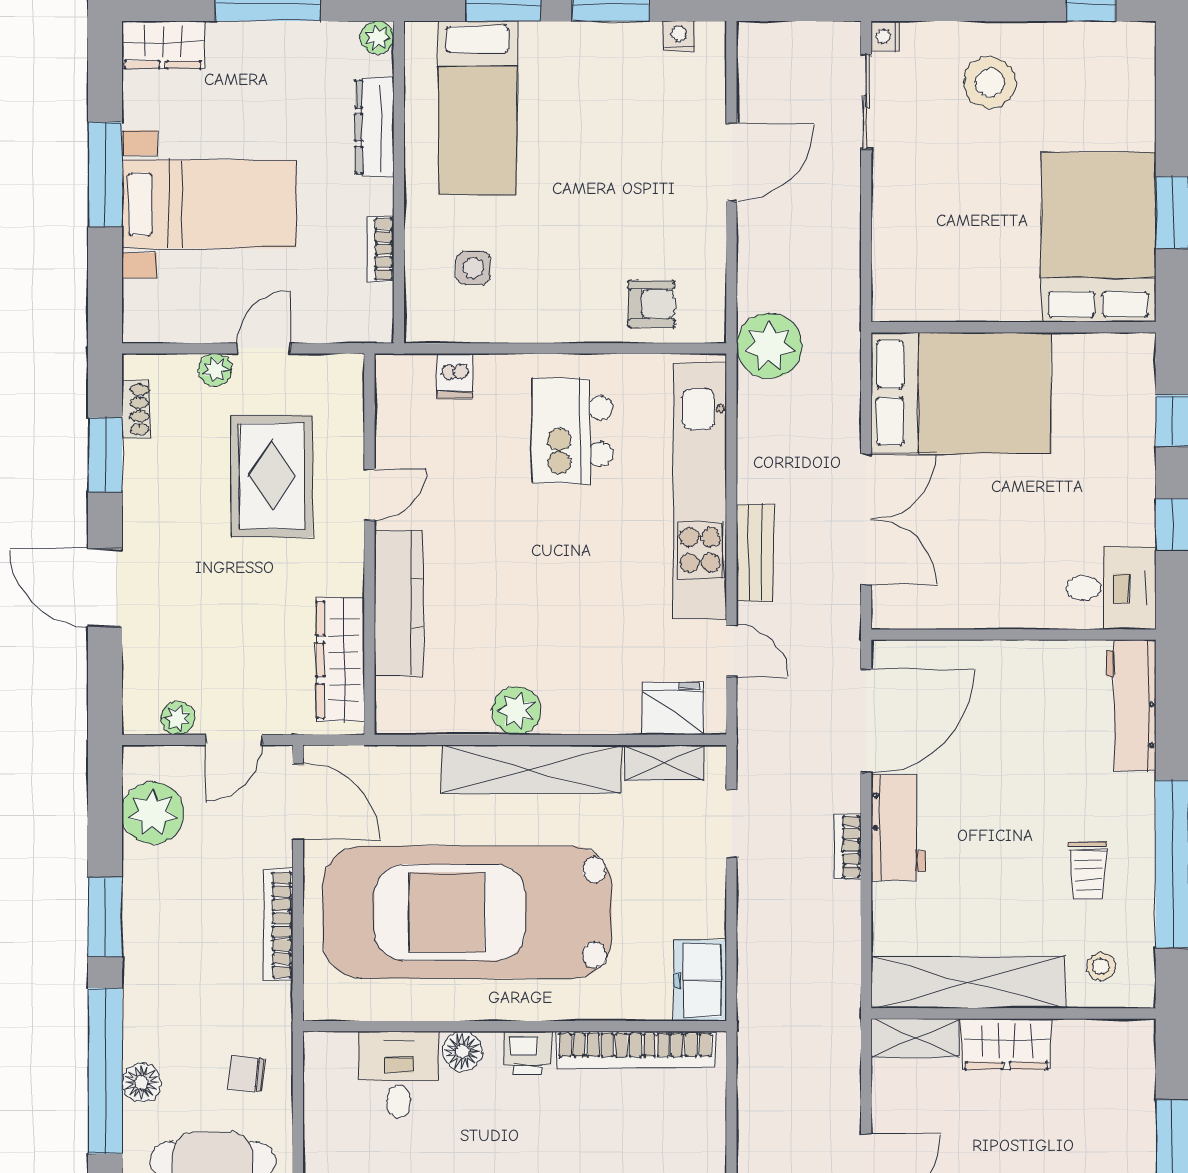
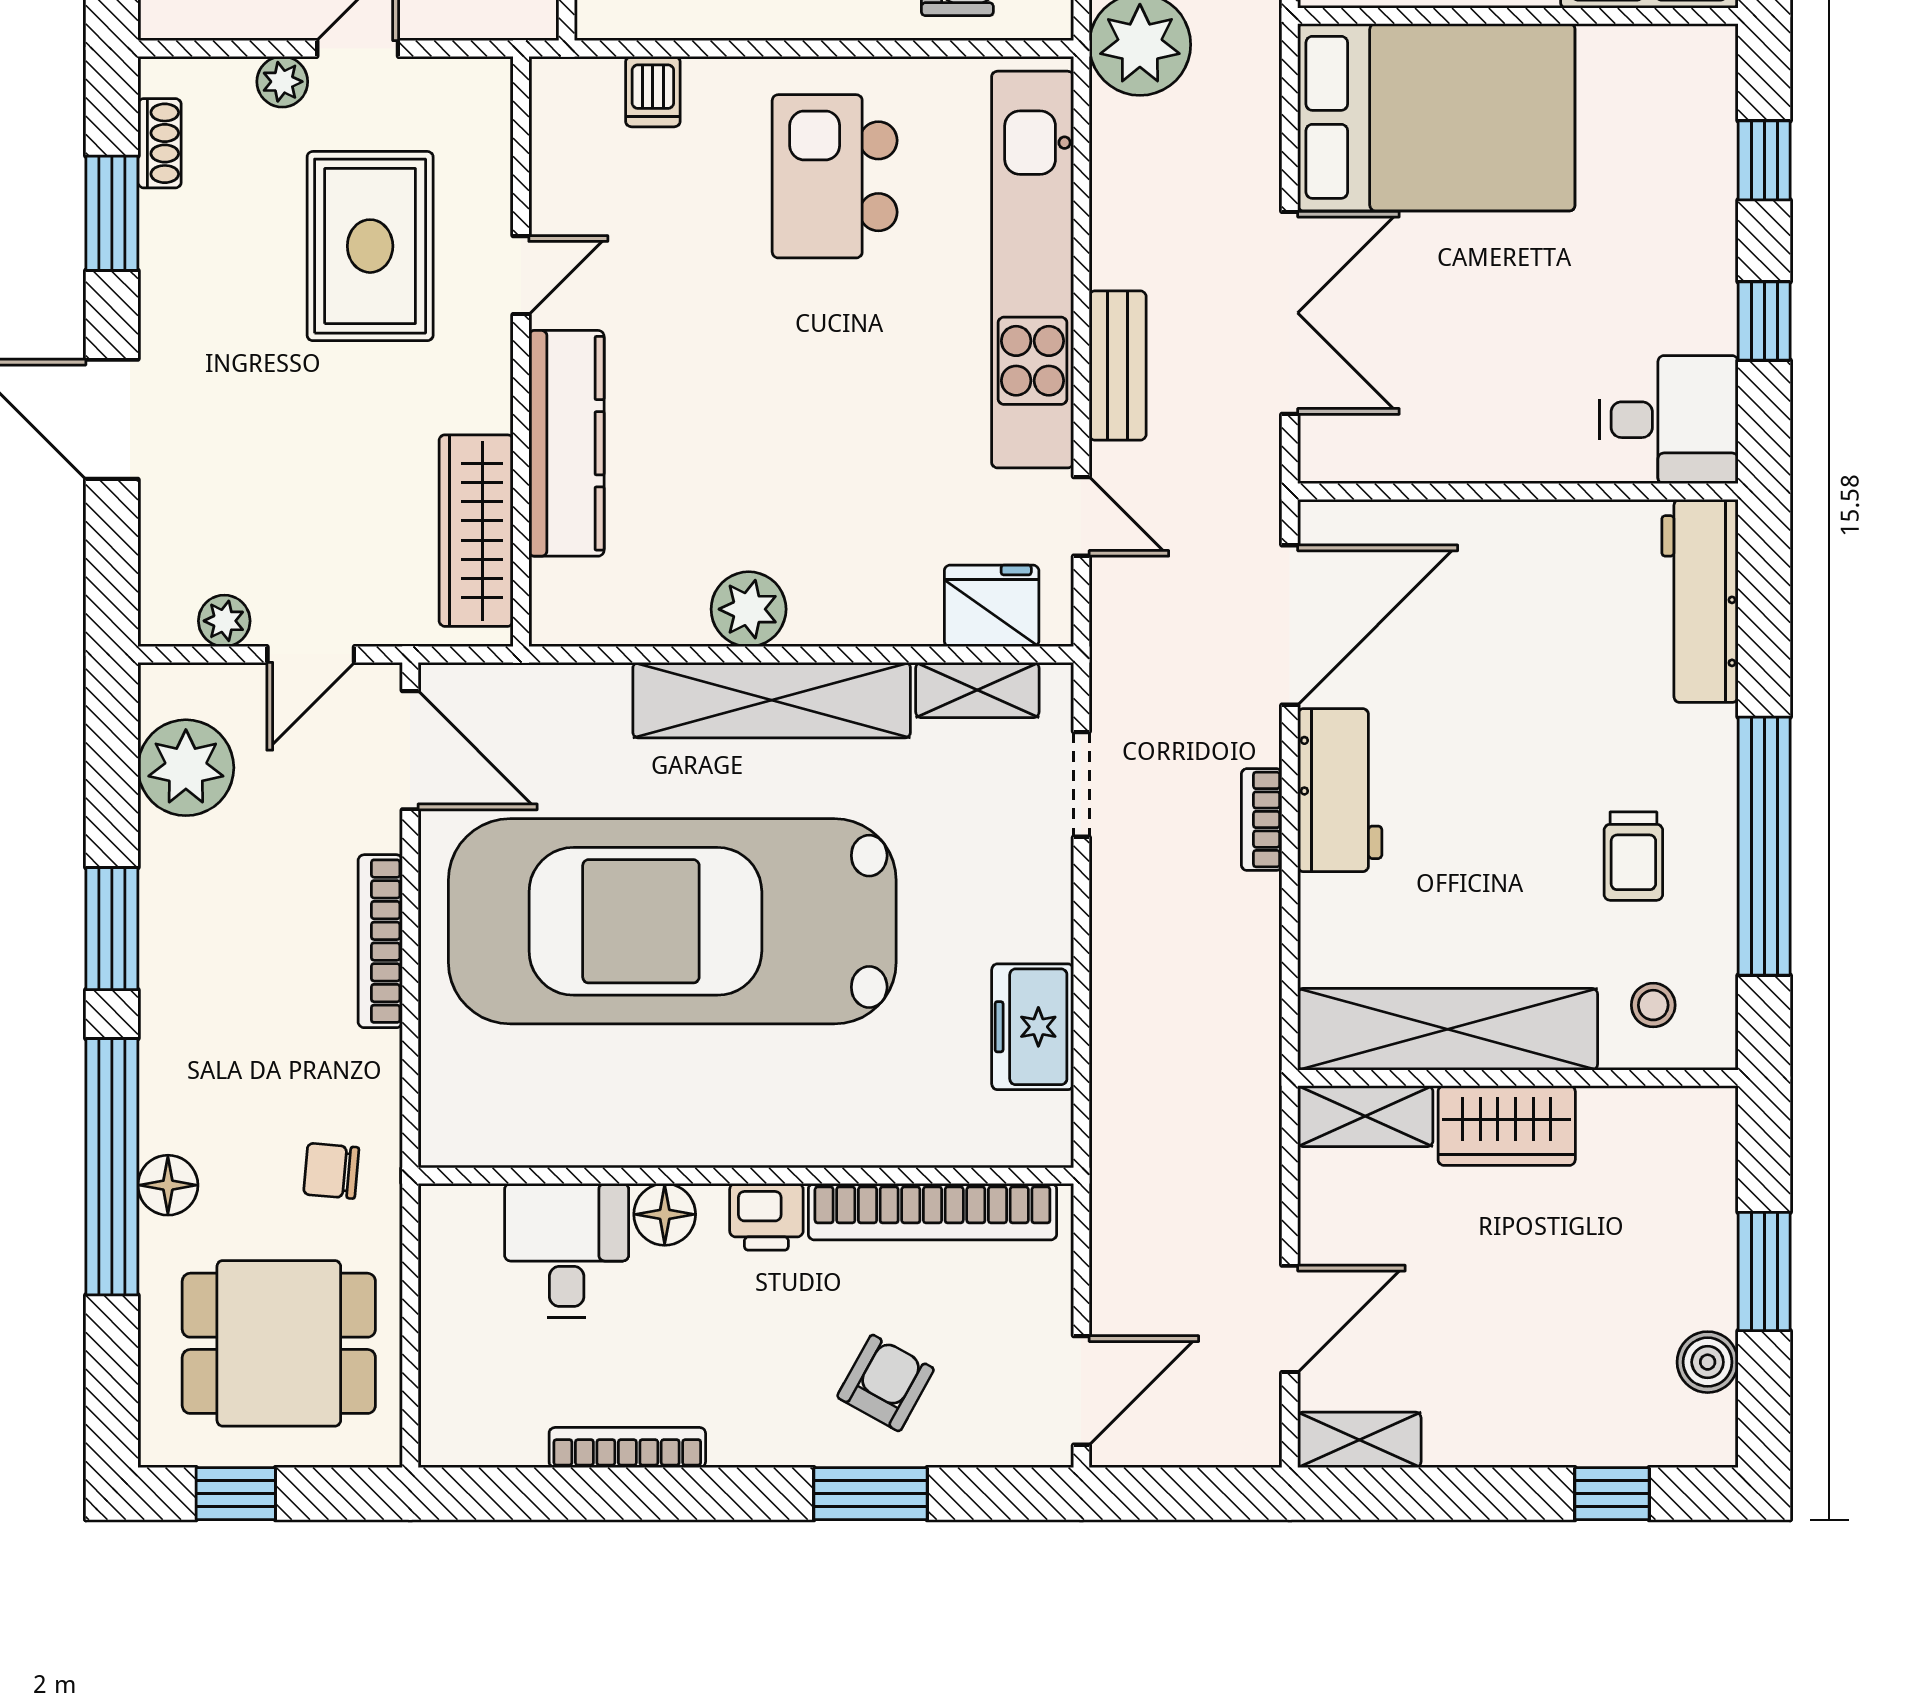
wall: (515, 1026) -> (746, 1176), moved
bookcase: (635, 1049) -> (932, 1212), moved
floor lamp: (462, 1051) -> (665, 1214), moved
printer: (528, 1053) -> (766, 1217), moved
desk: (399, 1074) -> (567, 1250), moved

